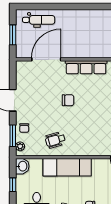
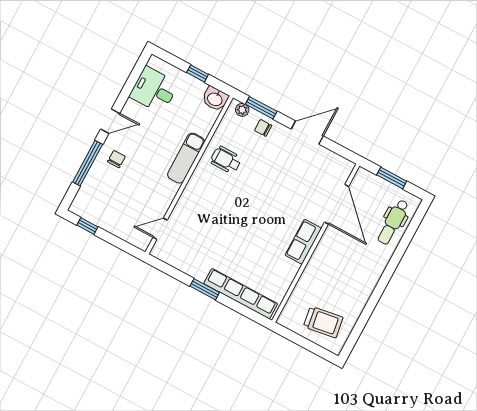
row of seats: (86, 67) -> (303, 242), width x0.68
chair: (68, 100) -> (269, 204), removed
wheelchair: (55, 140) -> (226, 160), turned -74
exam couch: (67, 167) -> (186, 158), width x0.73, depth x0.69

